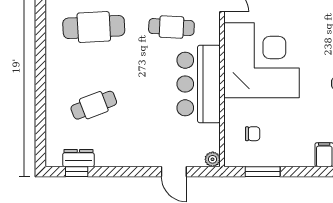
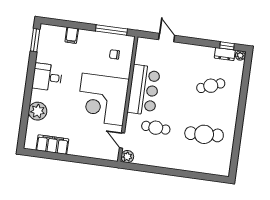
plant: (213, 159) -> (240, 55), moved
window: (263, 172) -> (111, 30), width x1.44

